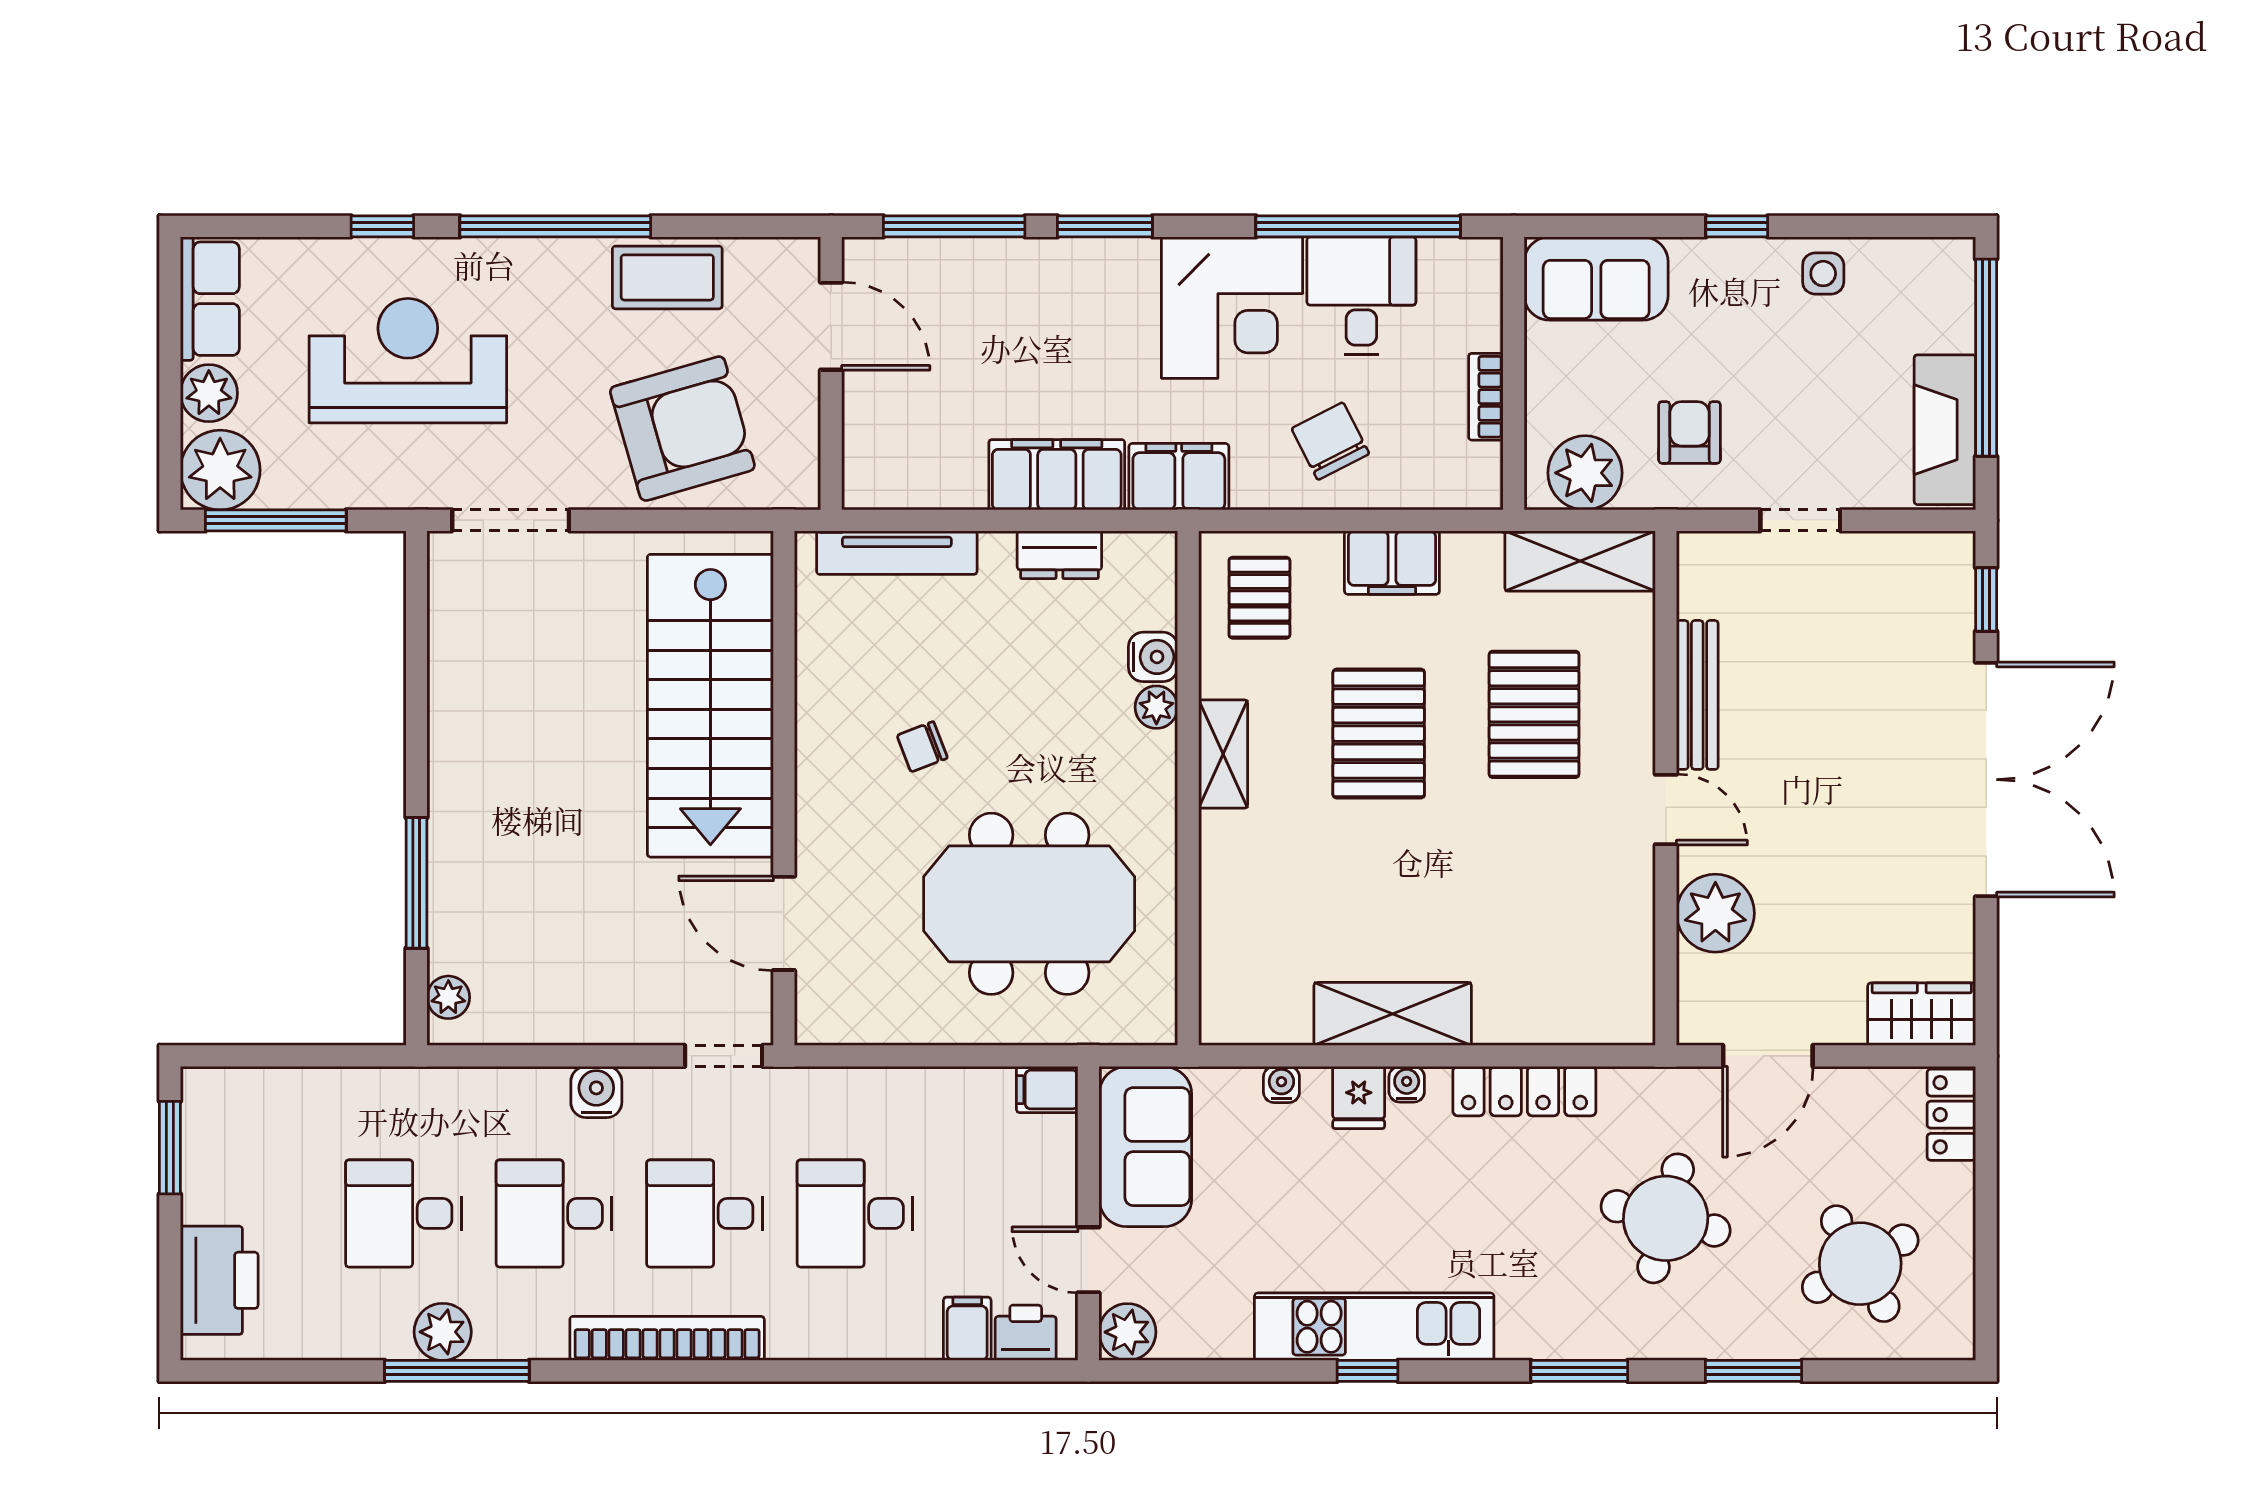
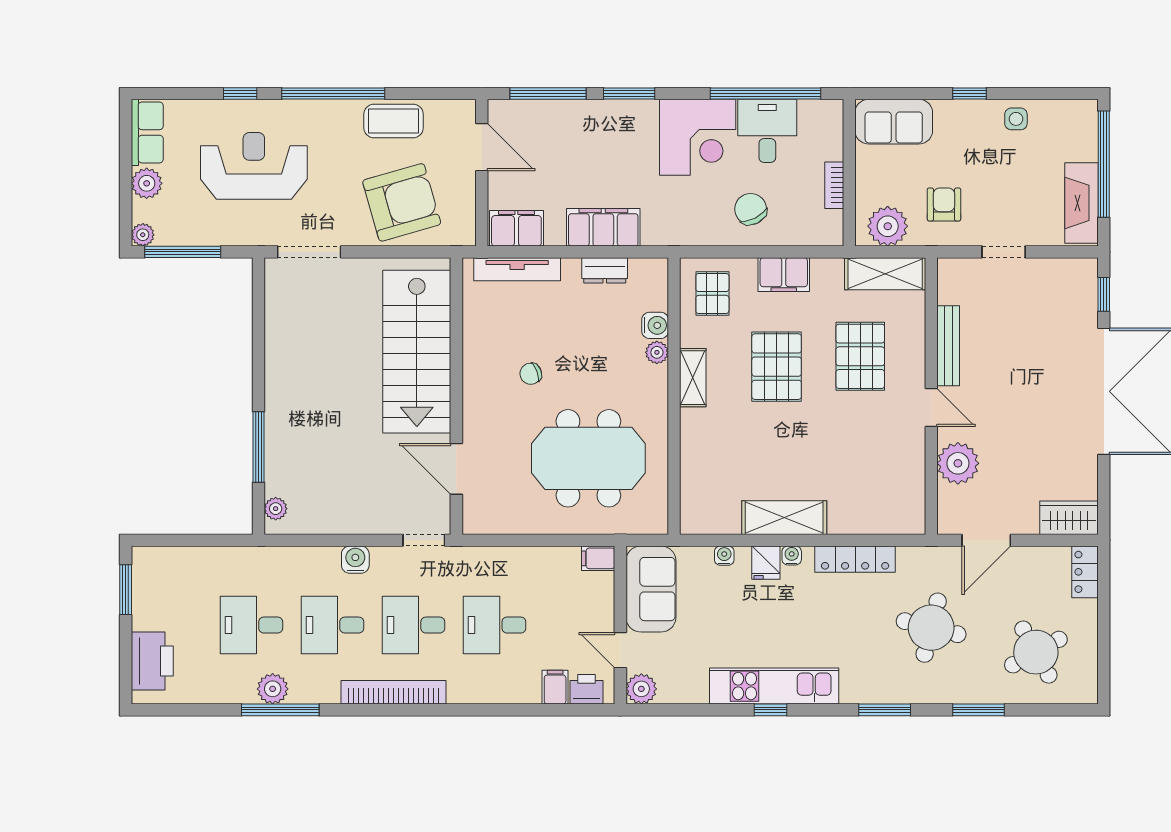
plant: (220, 470) -> (143, 235), width x0.53, depth x0.53
filing cabinet: (1179, 477) -> (516, 228), moved

